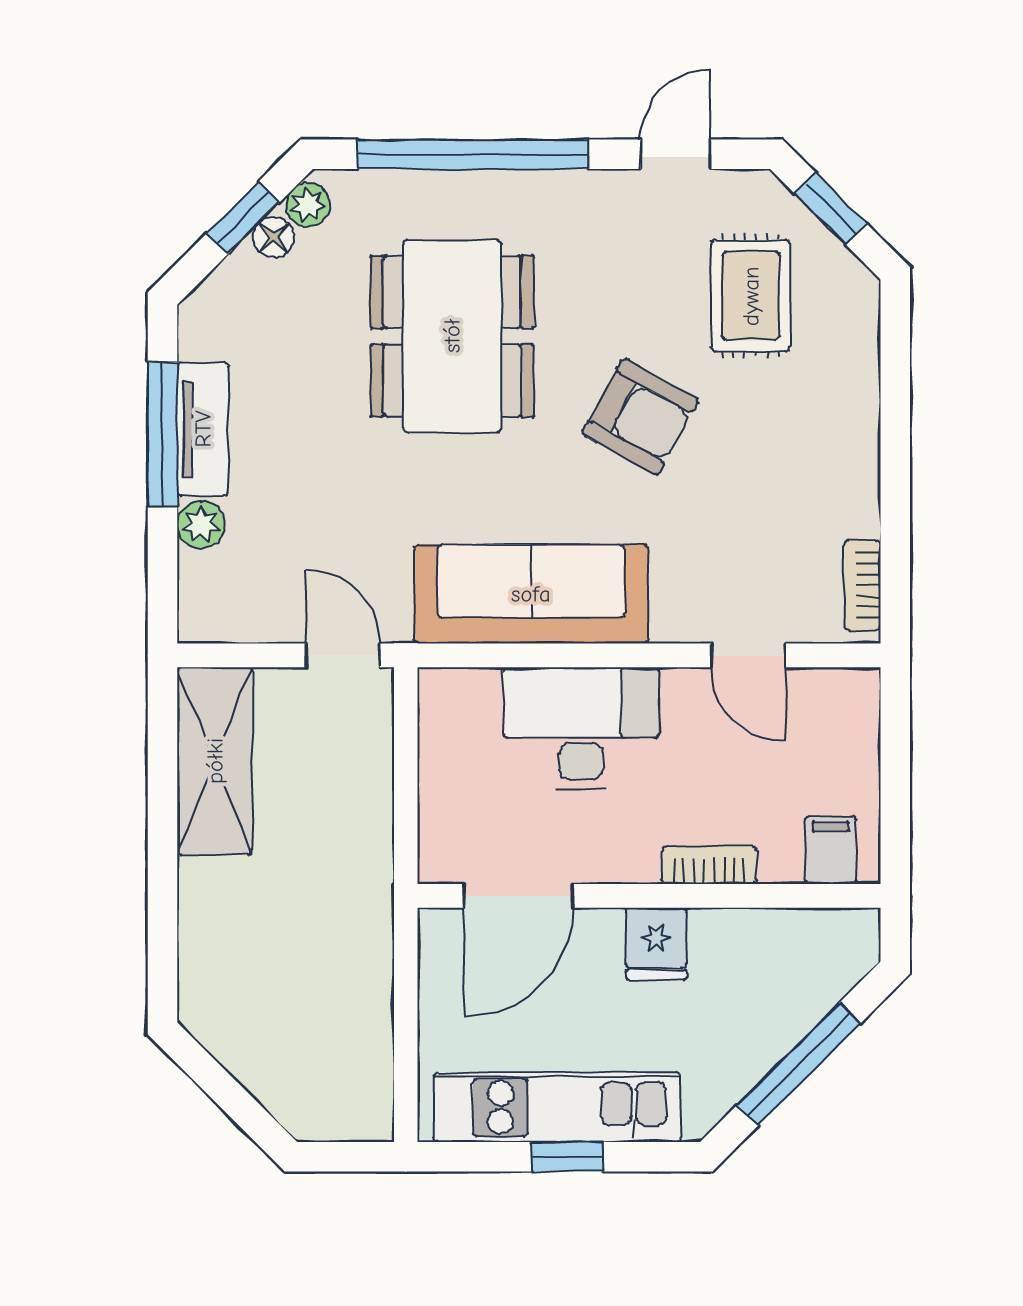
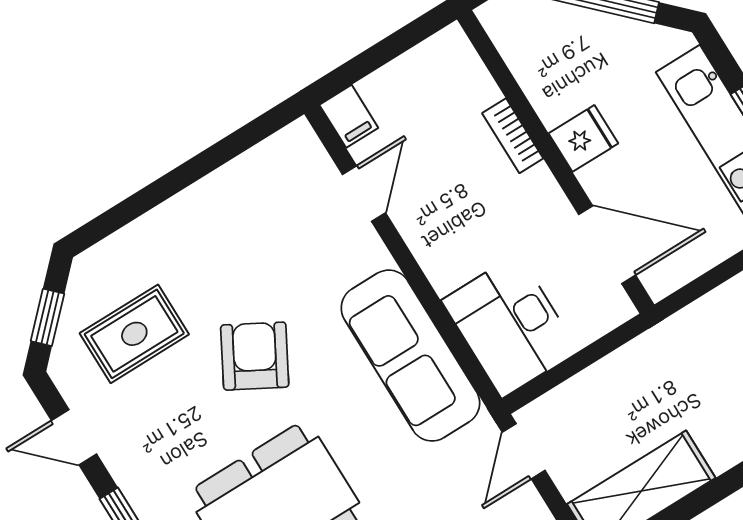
bookcase: (863, 585) -> (274, 148), removed
desk: (581, 728) -> (510, 326), moved
filing cabinet: (831, 850) -> (349, 116), moved, turned -90

